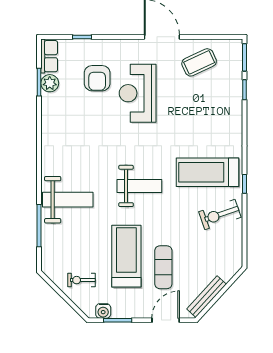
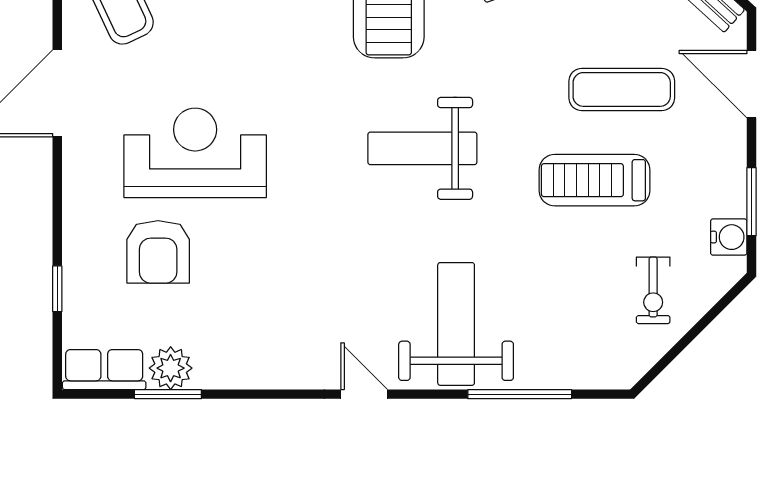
armchair: (97, 78) -> (158, 252), turned 90
reception desk: (138, 93) -> (195, 153), turned 180
door: (39, 162) -> (364, 394), added
weight bench: (139, 186) -> (422, 148), turned -90
treadmill: (126, 256) -> (595, 180), width x0.73, depth x0.73

